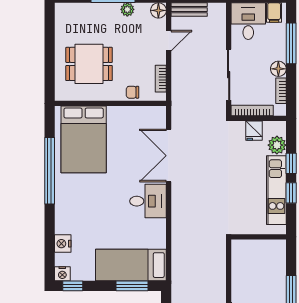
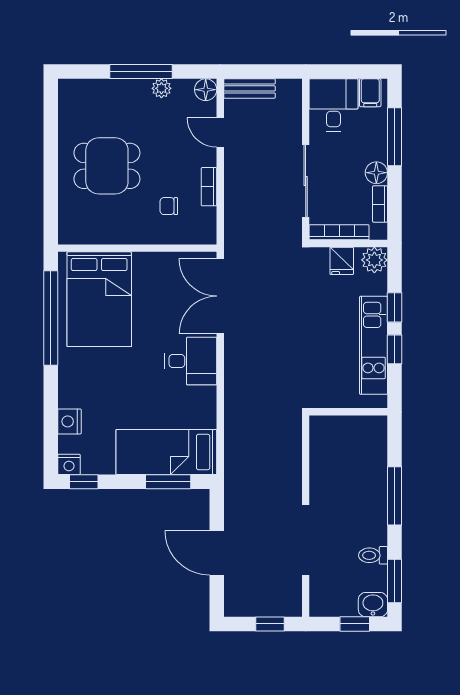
door: (169, 41) -> (220, 133), swing flipped
wall: (110, 103) -> (137, 248), moved
bed: (84, 139) -> (99, 299), moved
plant: (277, 145) -> (374, 260), moved

